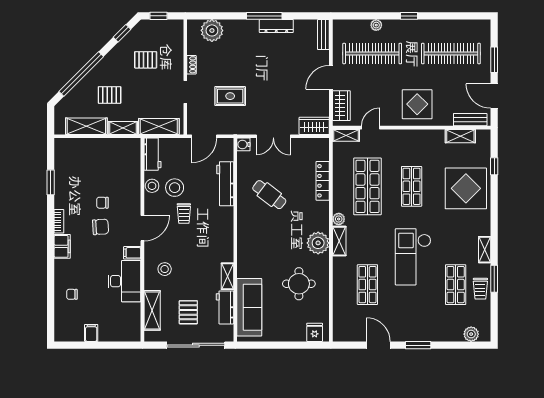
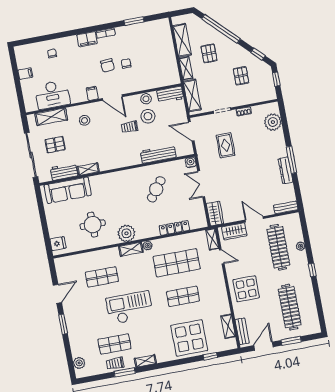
desk: (124, 281) -> (52, 95), moved

